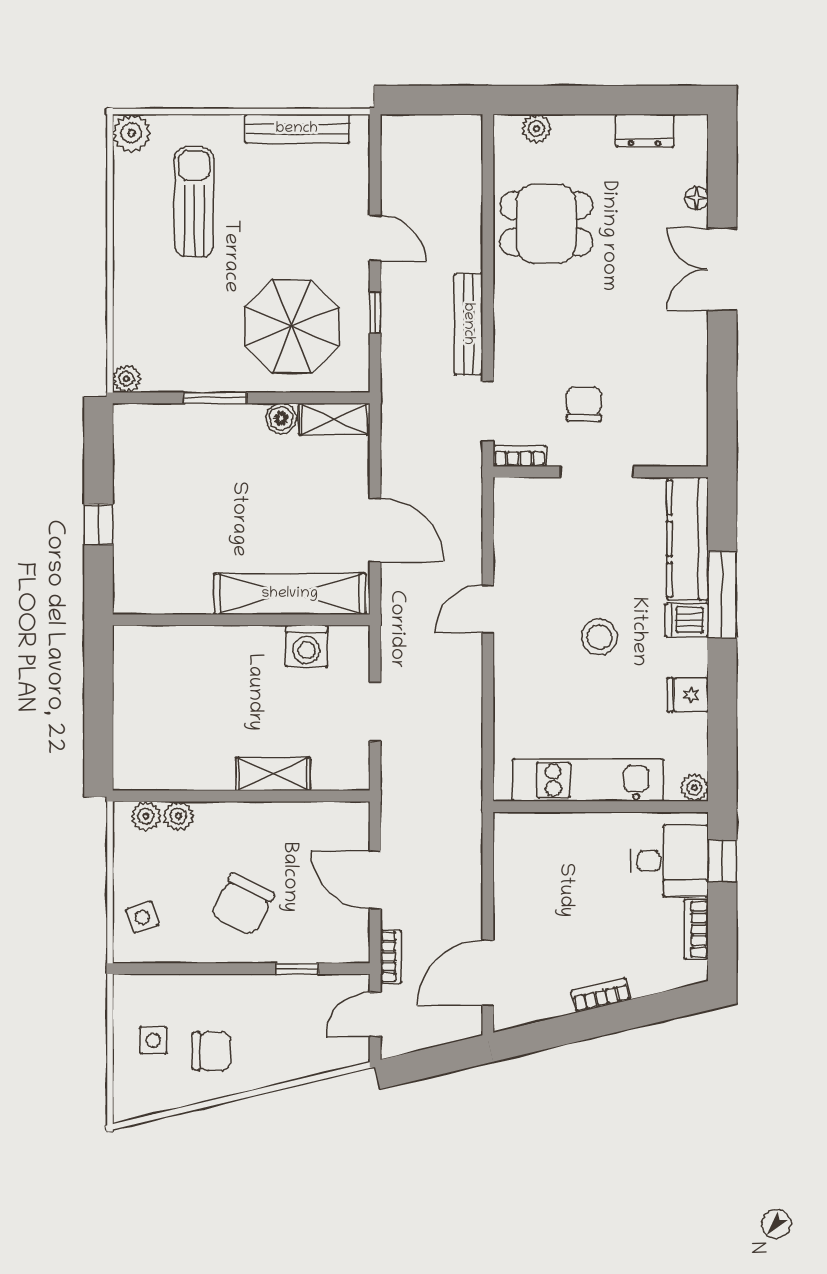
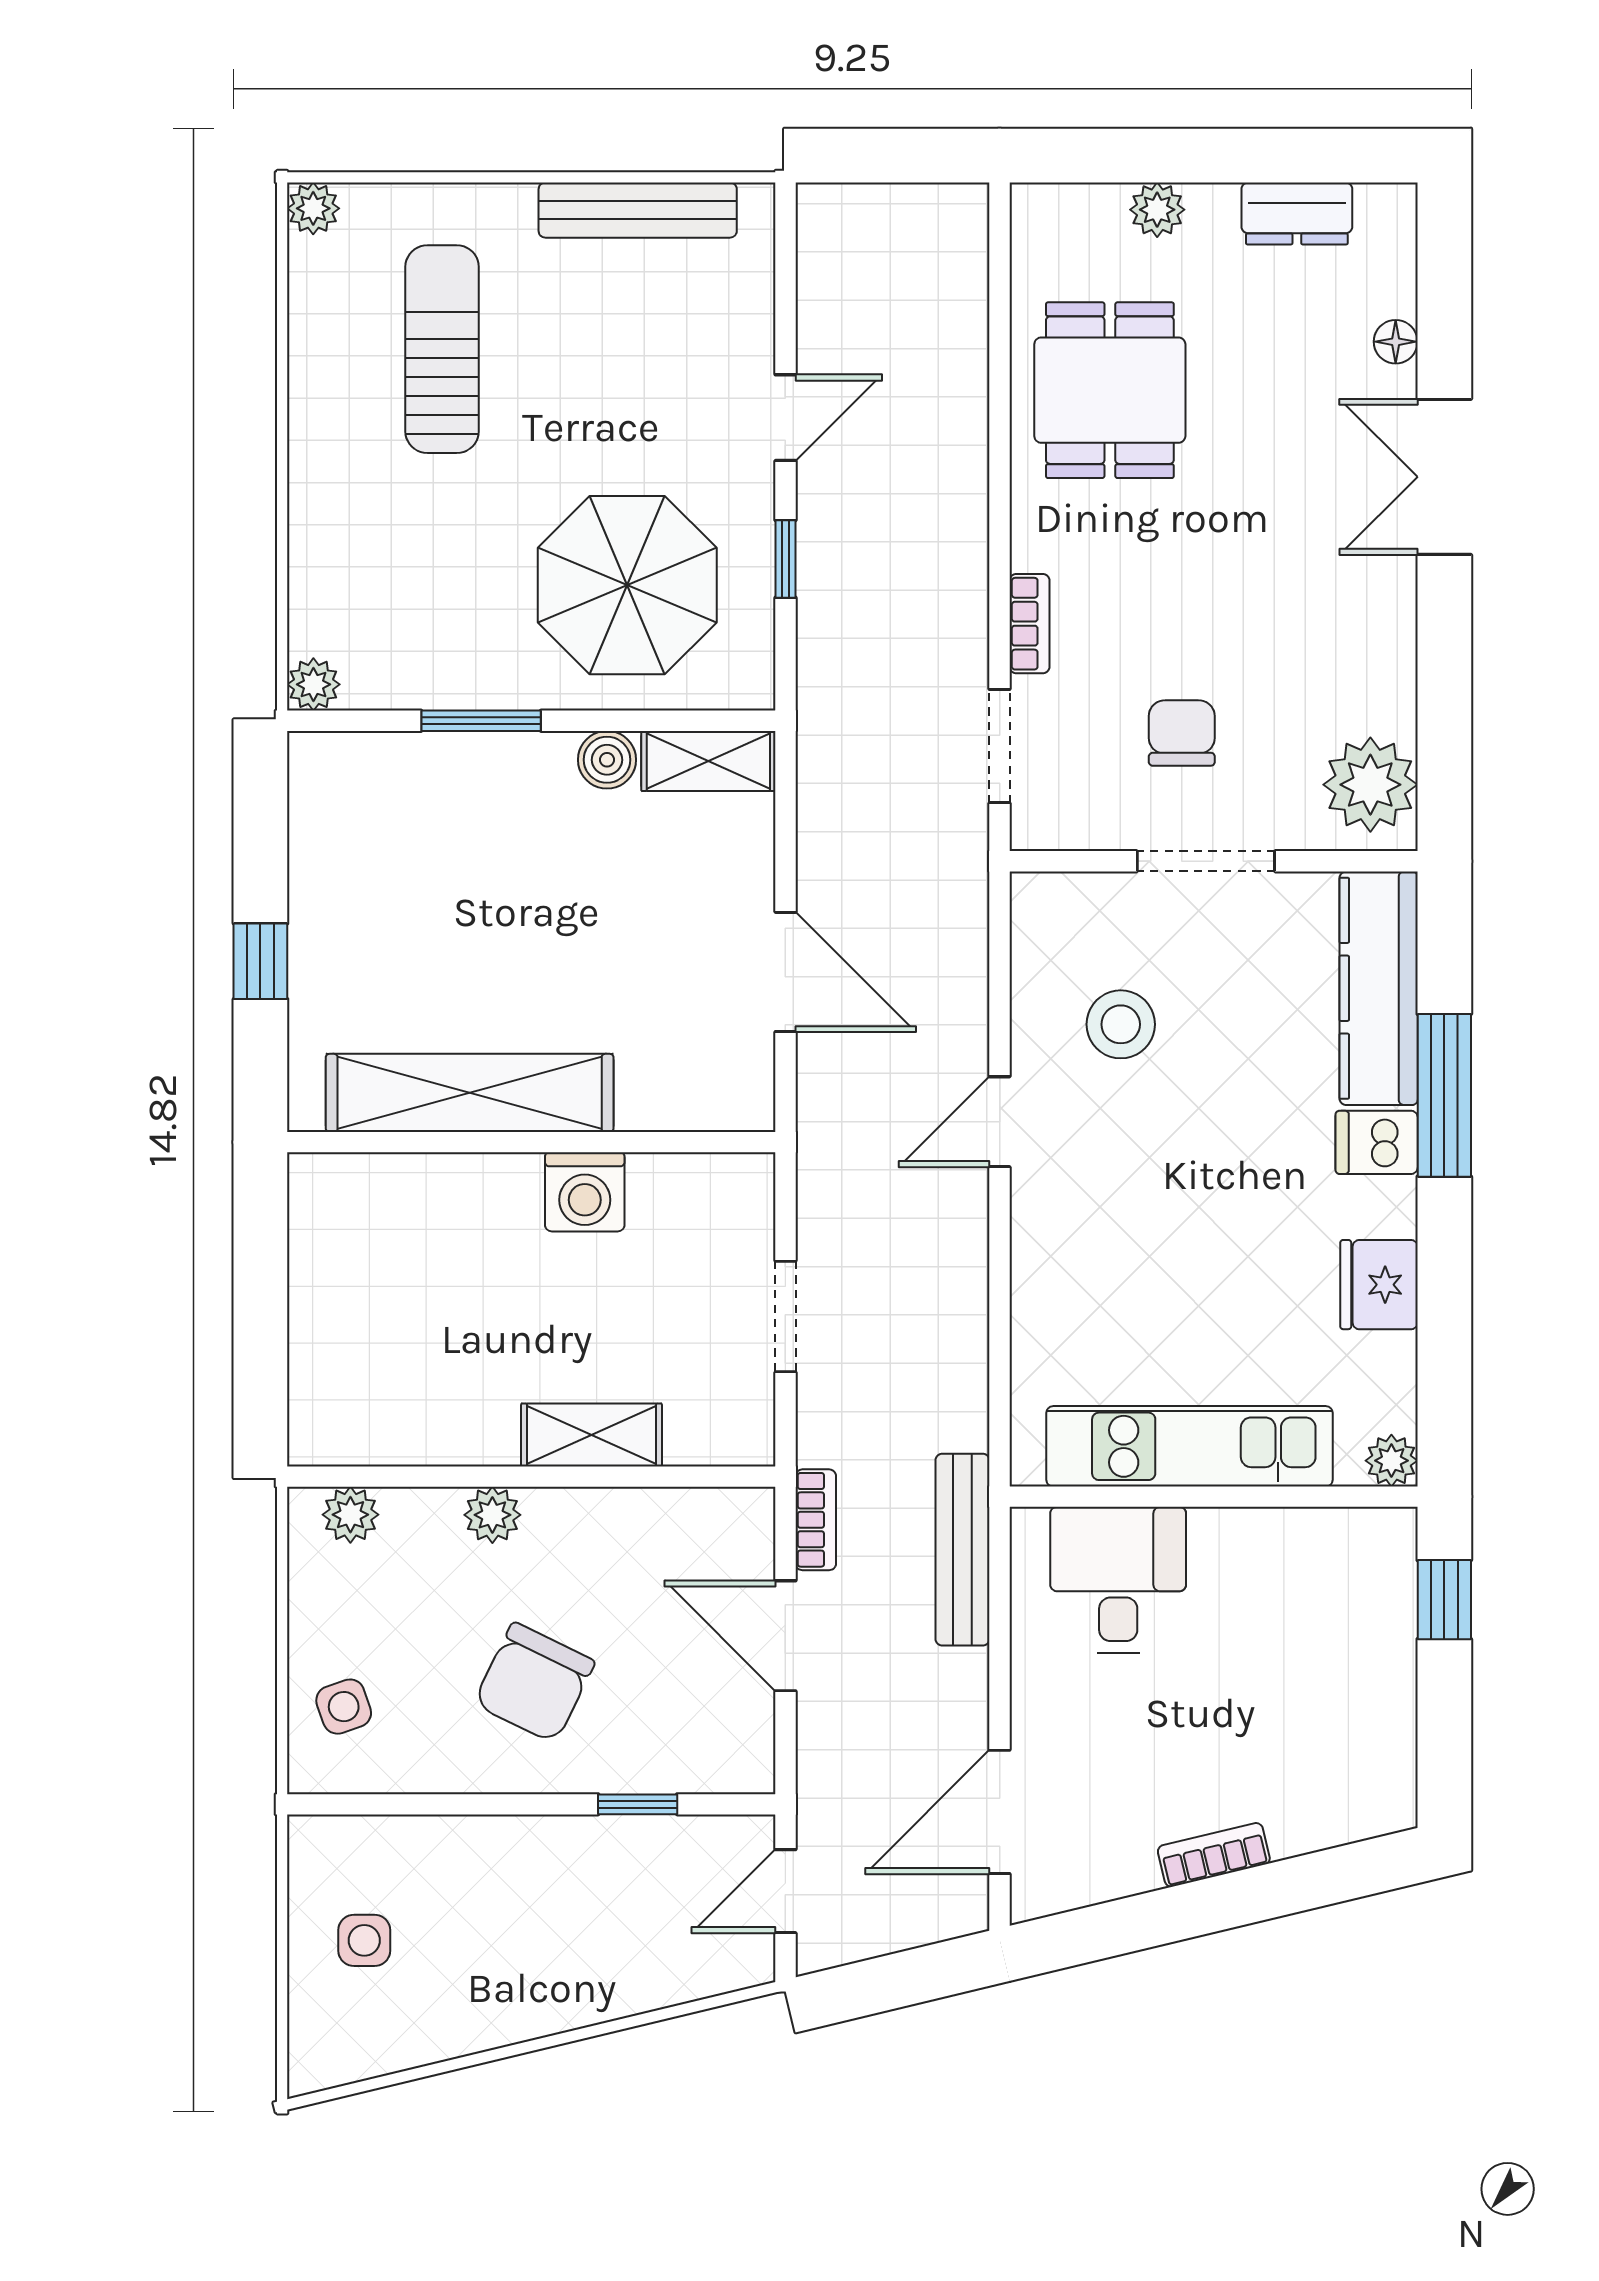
plant: (536, 129) -> (1157, 210), moved
plant: (131, 133) -> (313, 208), width x0.73, depth x0.73
dining table: (546, 224) -> (1110, 390), turned 90
door: (375, 238) -> (785, 418), hinge flipped
bench: (468, 324) -> (963, 1550), moved
plant: (683, 431) -> (1370, 785), added
bookcase: (519, 456) -> (1029, 624), moved, turned 90
shelving: (290, 594) -> (470, 1093), moved
stool: (599, 637) -> (1121, 1024), moved
washing machine: (306, 646) -> (585, 1192), moved
fridge: (688, 695) -> (1379, 1285), width x1.38
plant: (178, 816) -> (492, 1515), moved
desk: (670, 861) -> (1118, 1580), moved, turned -90
bookcase: (696, 929) -> (1395, 1730), removed
bookcase: (391, 957) -> (816, 1520), moved
chair: (211, 1051) -> (475, 1961), removed

